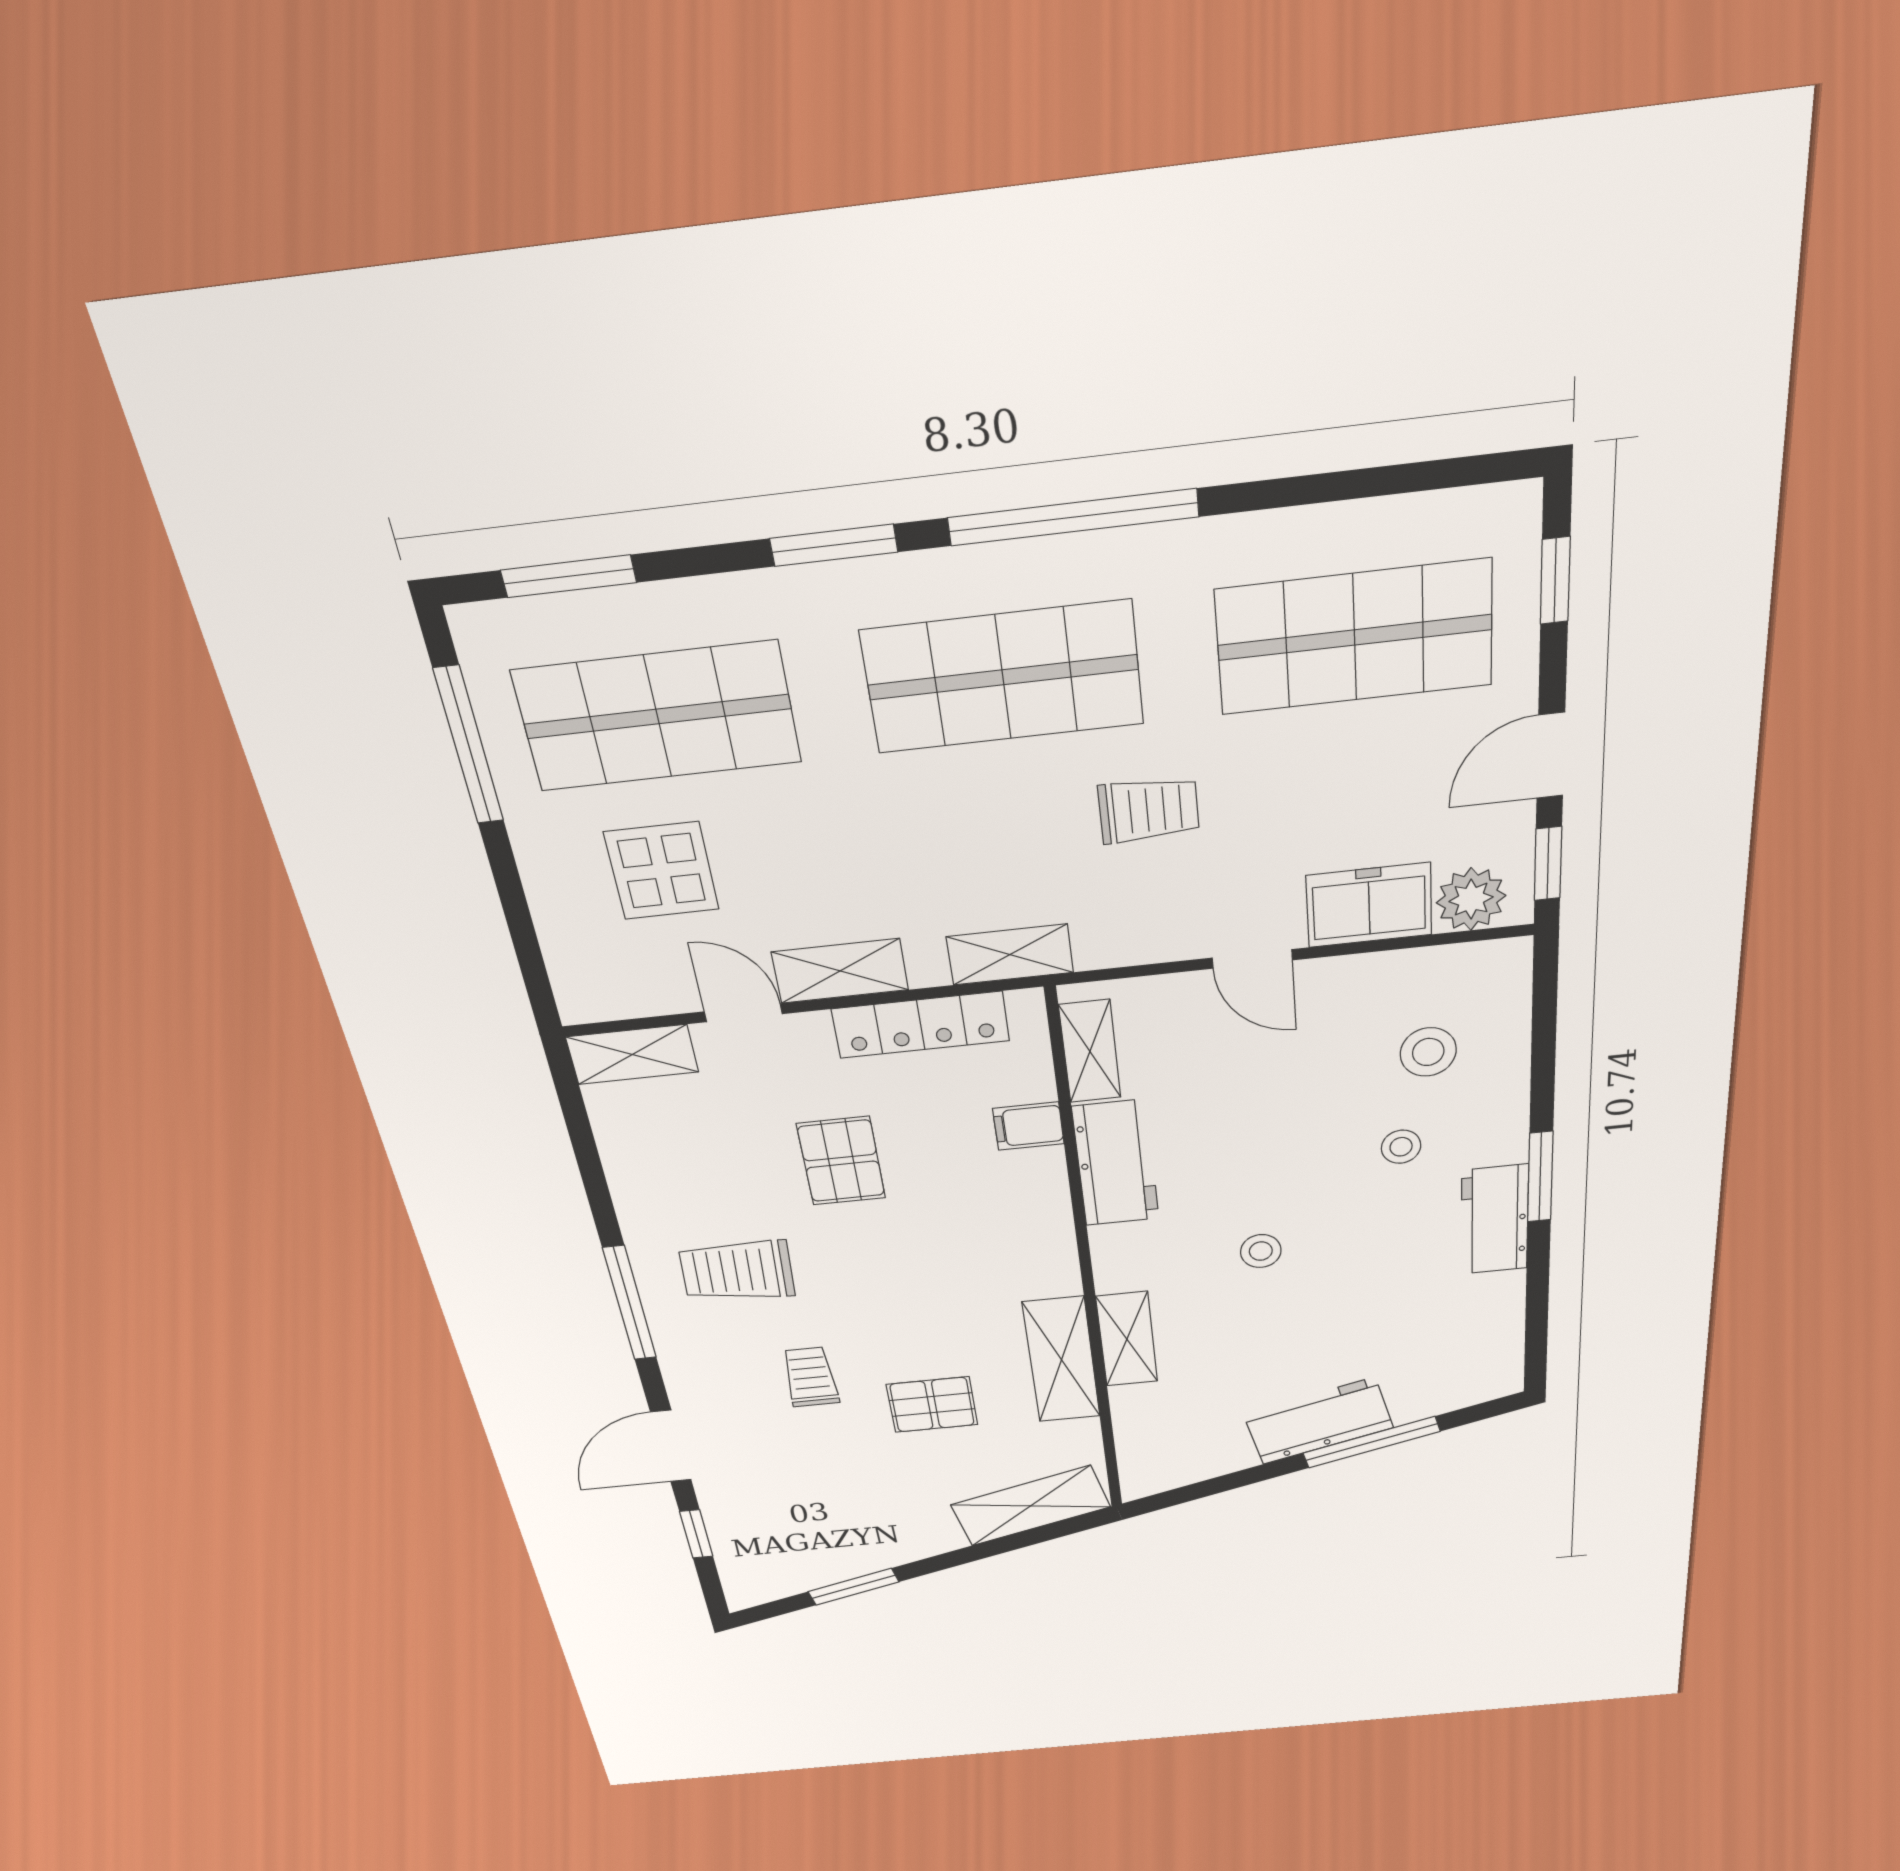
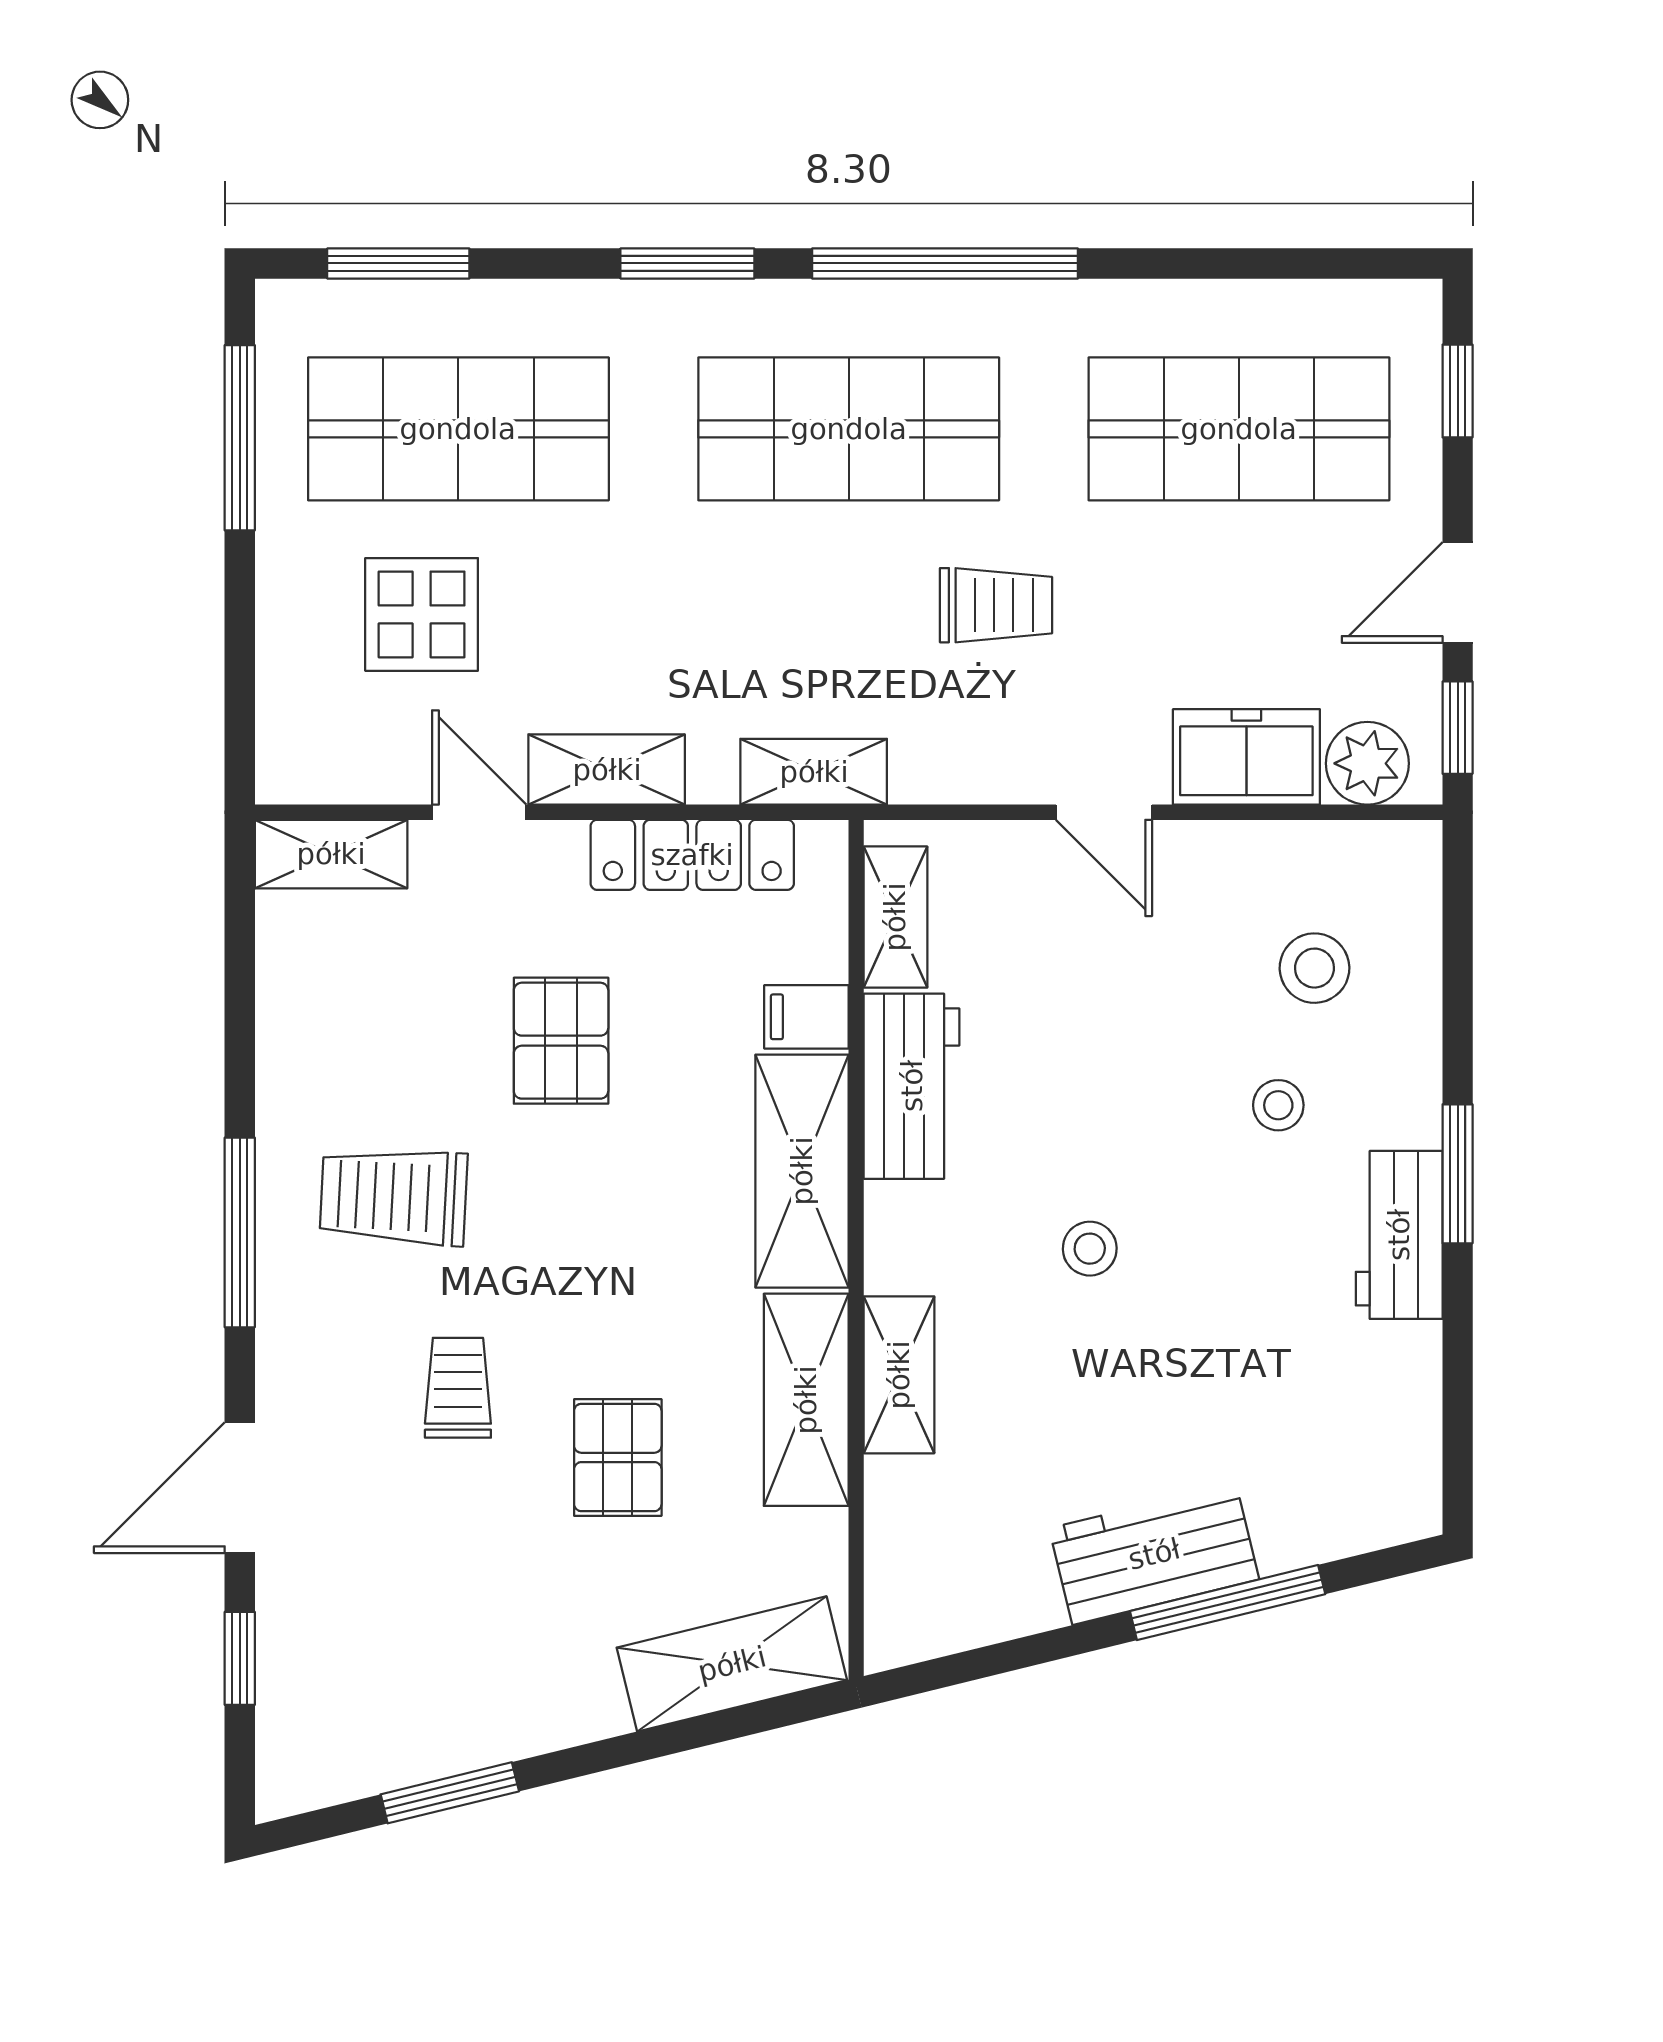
shelving: (1039, 1225) -> (802, 1171), added
pallet: (932, 1405) -> (618, 1457), turned 90

